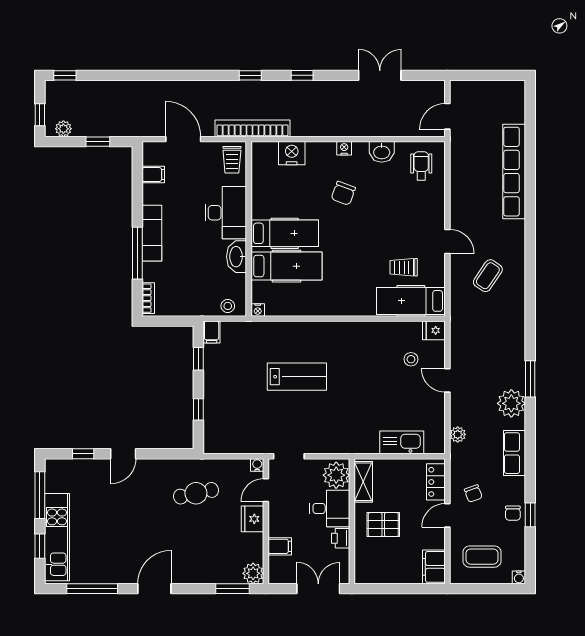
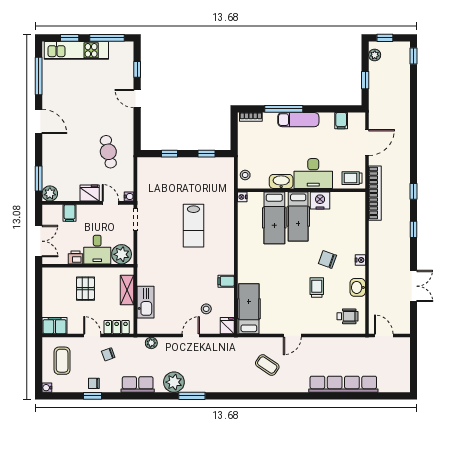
nightstand: (292, 153) -> (320, 201), moved, turned -90
trolley: (404, 267) -> (317, 288), moved
filing cabinet: (212, 332) -> (226, 281), moved
shelving: (363, 482) -> (127, 290), moved, turned 90

